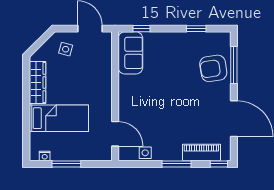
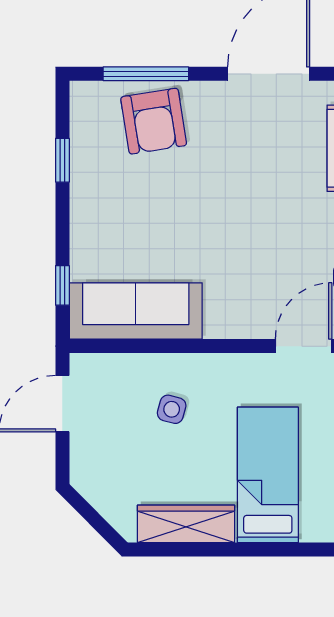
side table: (66, 49) -> (172, 409), moved
sofa: (130, 53) -> (136, 311), width x1.36

